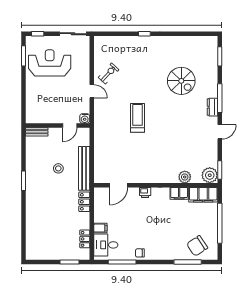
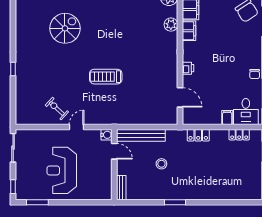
reception desk: (50, 63) -> (62, 170), moved
bench: (84, 168) -> (141, 135), moved

